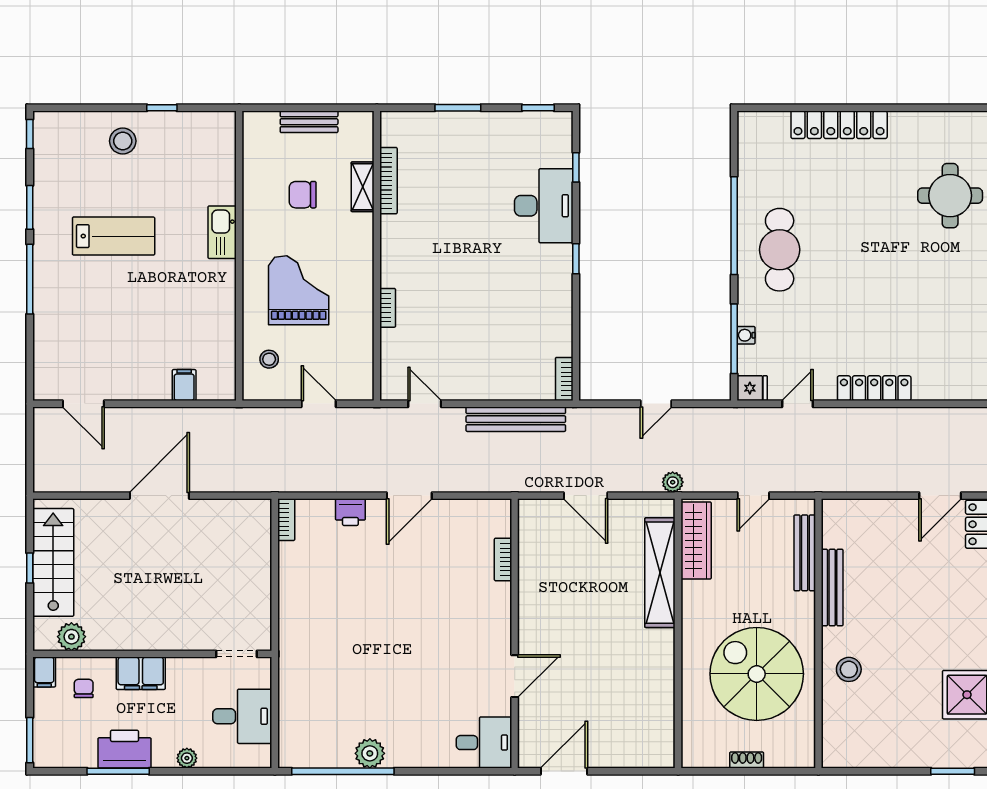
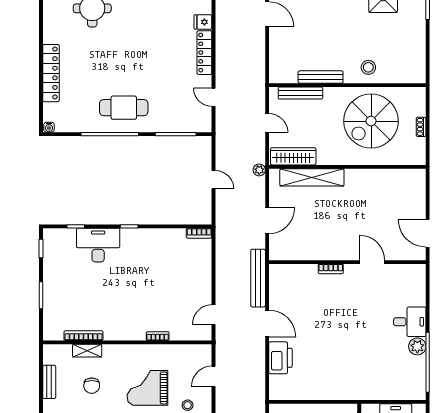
water cooler: (746, 335) -> (49, 127), moved
fridge: (752, 388) -> (203, 22), moved, turned -90
bench: (516, 419) -> (258, 278), moved
printer: (350, 512) -> (280, 358), width x1.87, depth x1.48
bookcase: (286, 520) -> (281, 395), removed
bookcase: (503, 559) -> (331, 269), moved
desk: (484, 743) -> (410, 322), moved, turned 90

